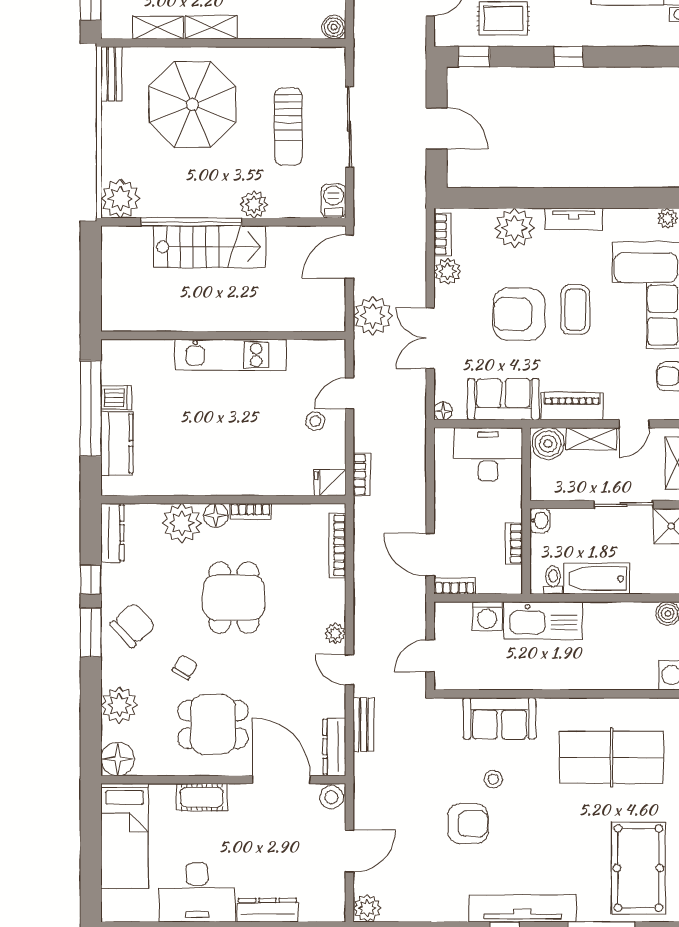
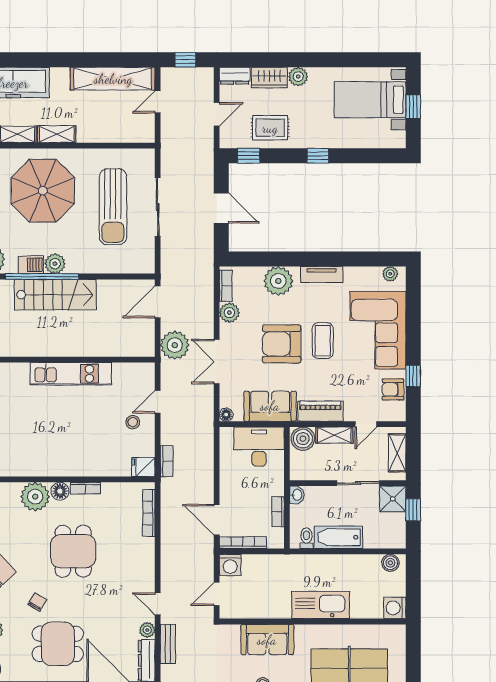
boiler: (334, 27) -> (146, 134), removed
sun lounger: (288, 126) -> (113, 207), width x1.36, depth x1.34
barbecue: (334, 201) -> (31, 265), moved, turned 90
plant: (254, 204) -> (55, 264), moved
bookcase: (455, 586) -> (243, 543), width x1.56
washing machine: (487, 616) -> (230, 565), moved
kitchen sink: (543, 621) -> (321, 605), moved, turned 180
plant: (335, 633) -> (147, 630), moved

